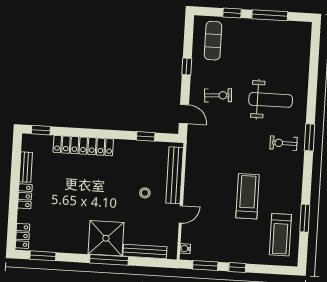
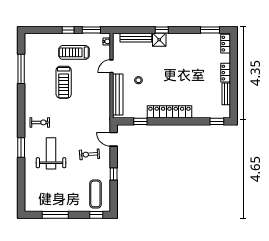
window: (232, 13) -> (96, 215), moved
weight bench: (271, 100) -> (51, 153), turned 90
window: (310, 137) -> (21, 147), moved
locker: (83, 146) -> (169, 112), moved
window: (305, 218) -> (21, 69), width x1.44
treadmill: (280, 235) -> (74, 52), moved, turned -90
shower: (106, 238) -> (159, 40), width x0.54, depth x0.54
window: (109, 260) -> (162, 30), width x0.46

